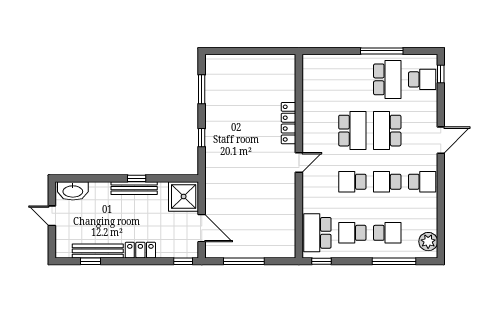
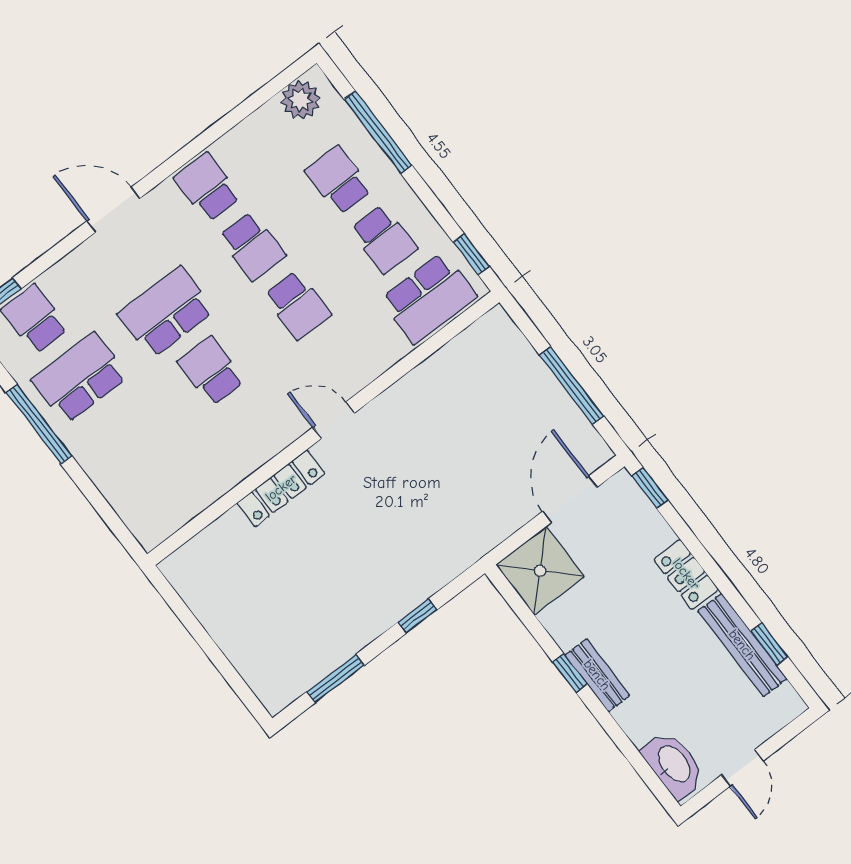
school desk: (352, 131) -> (211, 371), width x0.54
school desk: (387, 131) -> (166, 312), turned 180
bench: (134, 188) -> (597, 675), width x0.73

